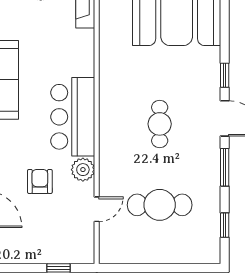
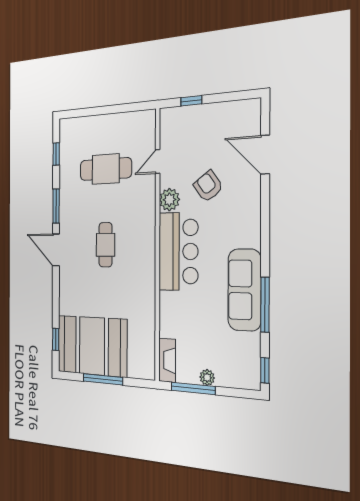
window: (225, 75) -> (56, 339), moved
armchair: (40, 181) -> (208, 186), turned 144

